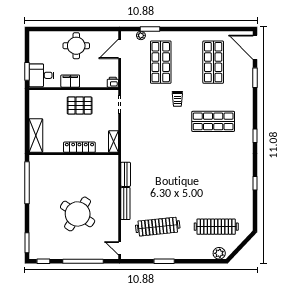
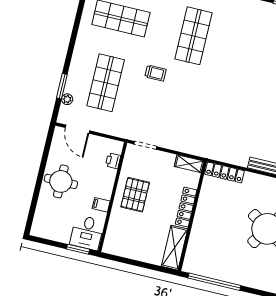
shop shelf: (161, 62) -> (106, 83), turned 90
filing cabinet: (70, 81) -> (101, 205), width x0.50
printer: (113, 82) -> (113, 161), moved
shelving: (36, 136) -> (174, 248), moved, turned 90
locker: (113, 170) -> (224, 172), added
bench: (126, 174) -> (233, 158), removed

